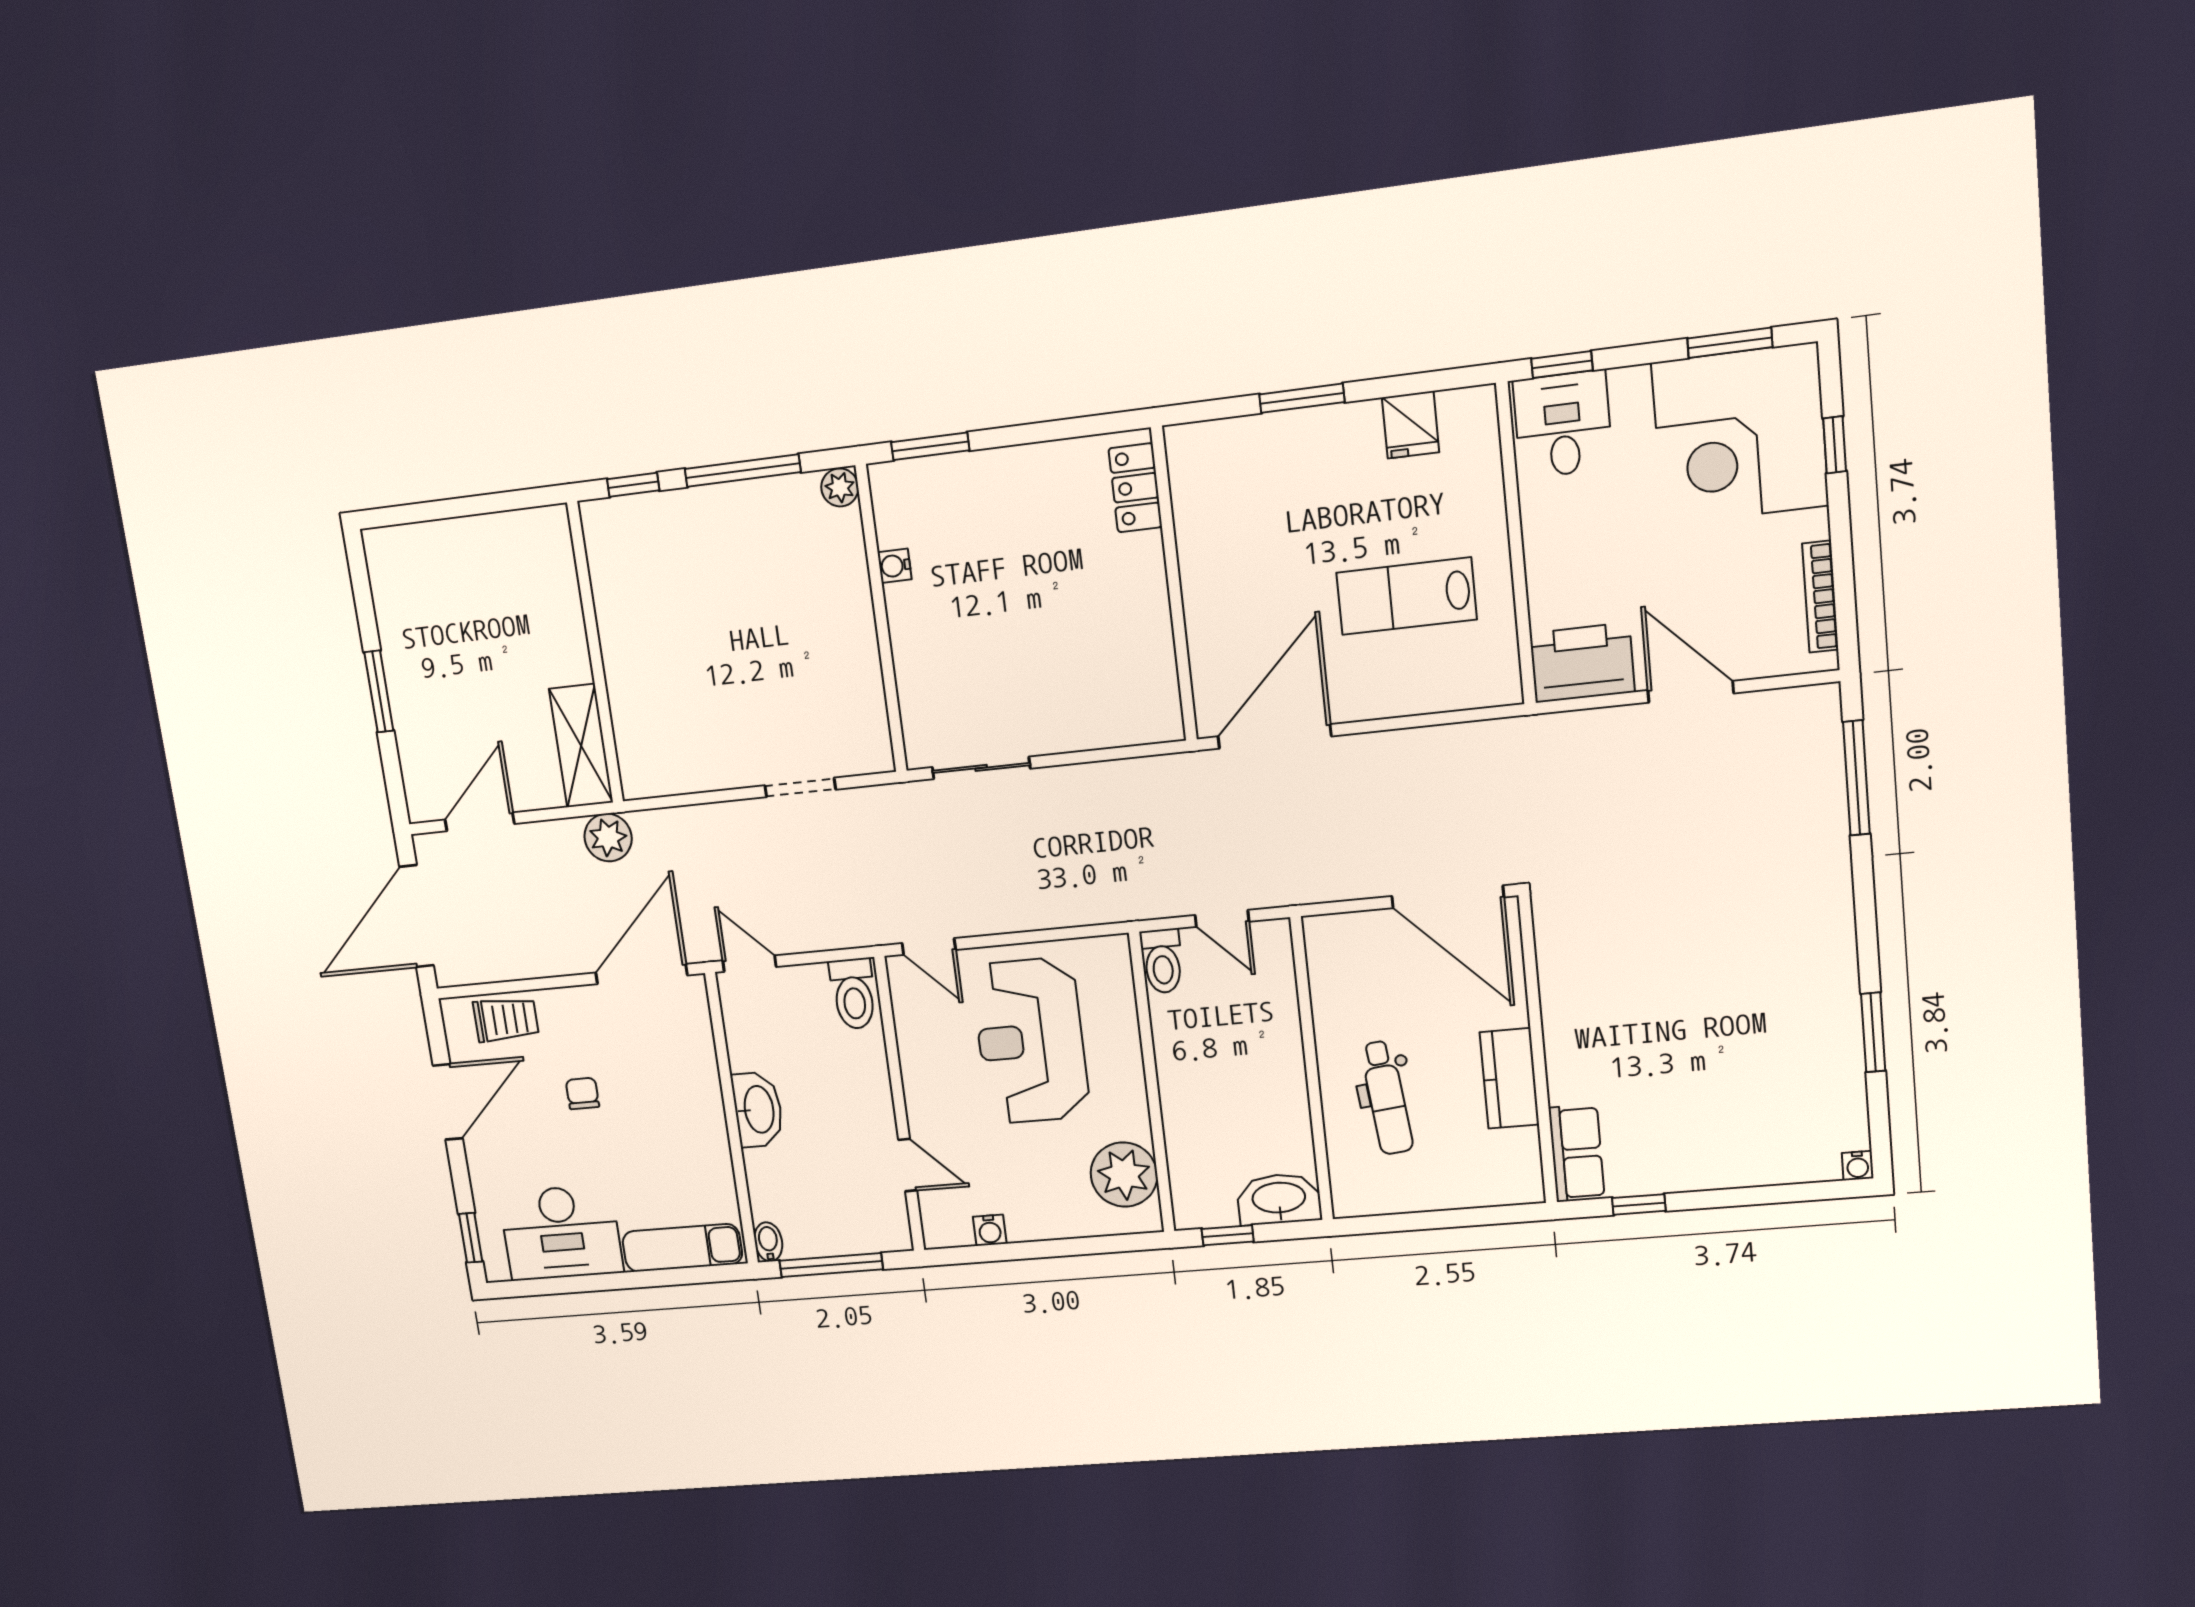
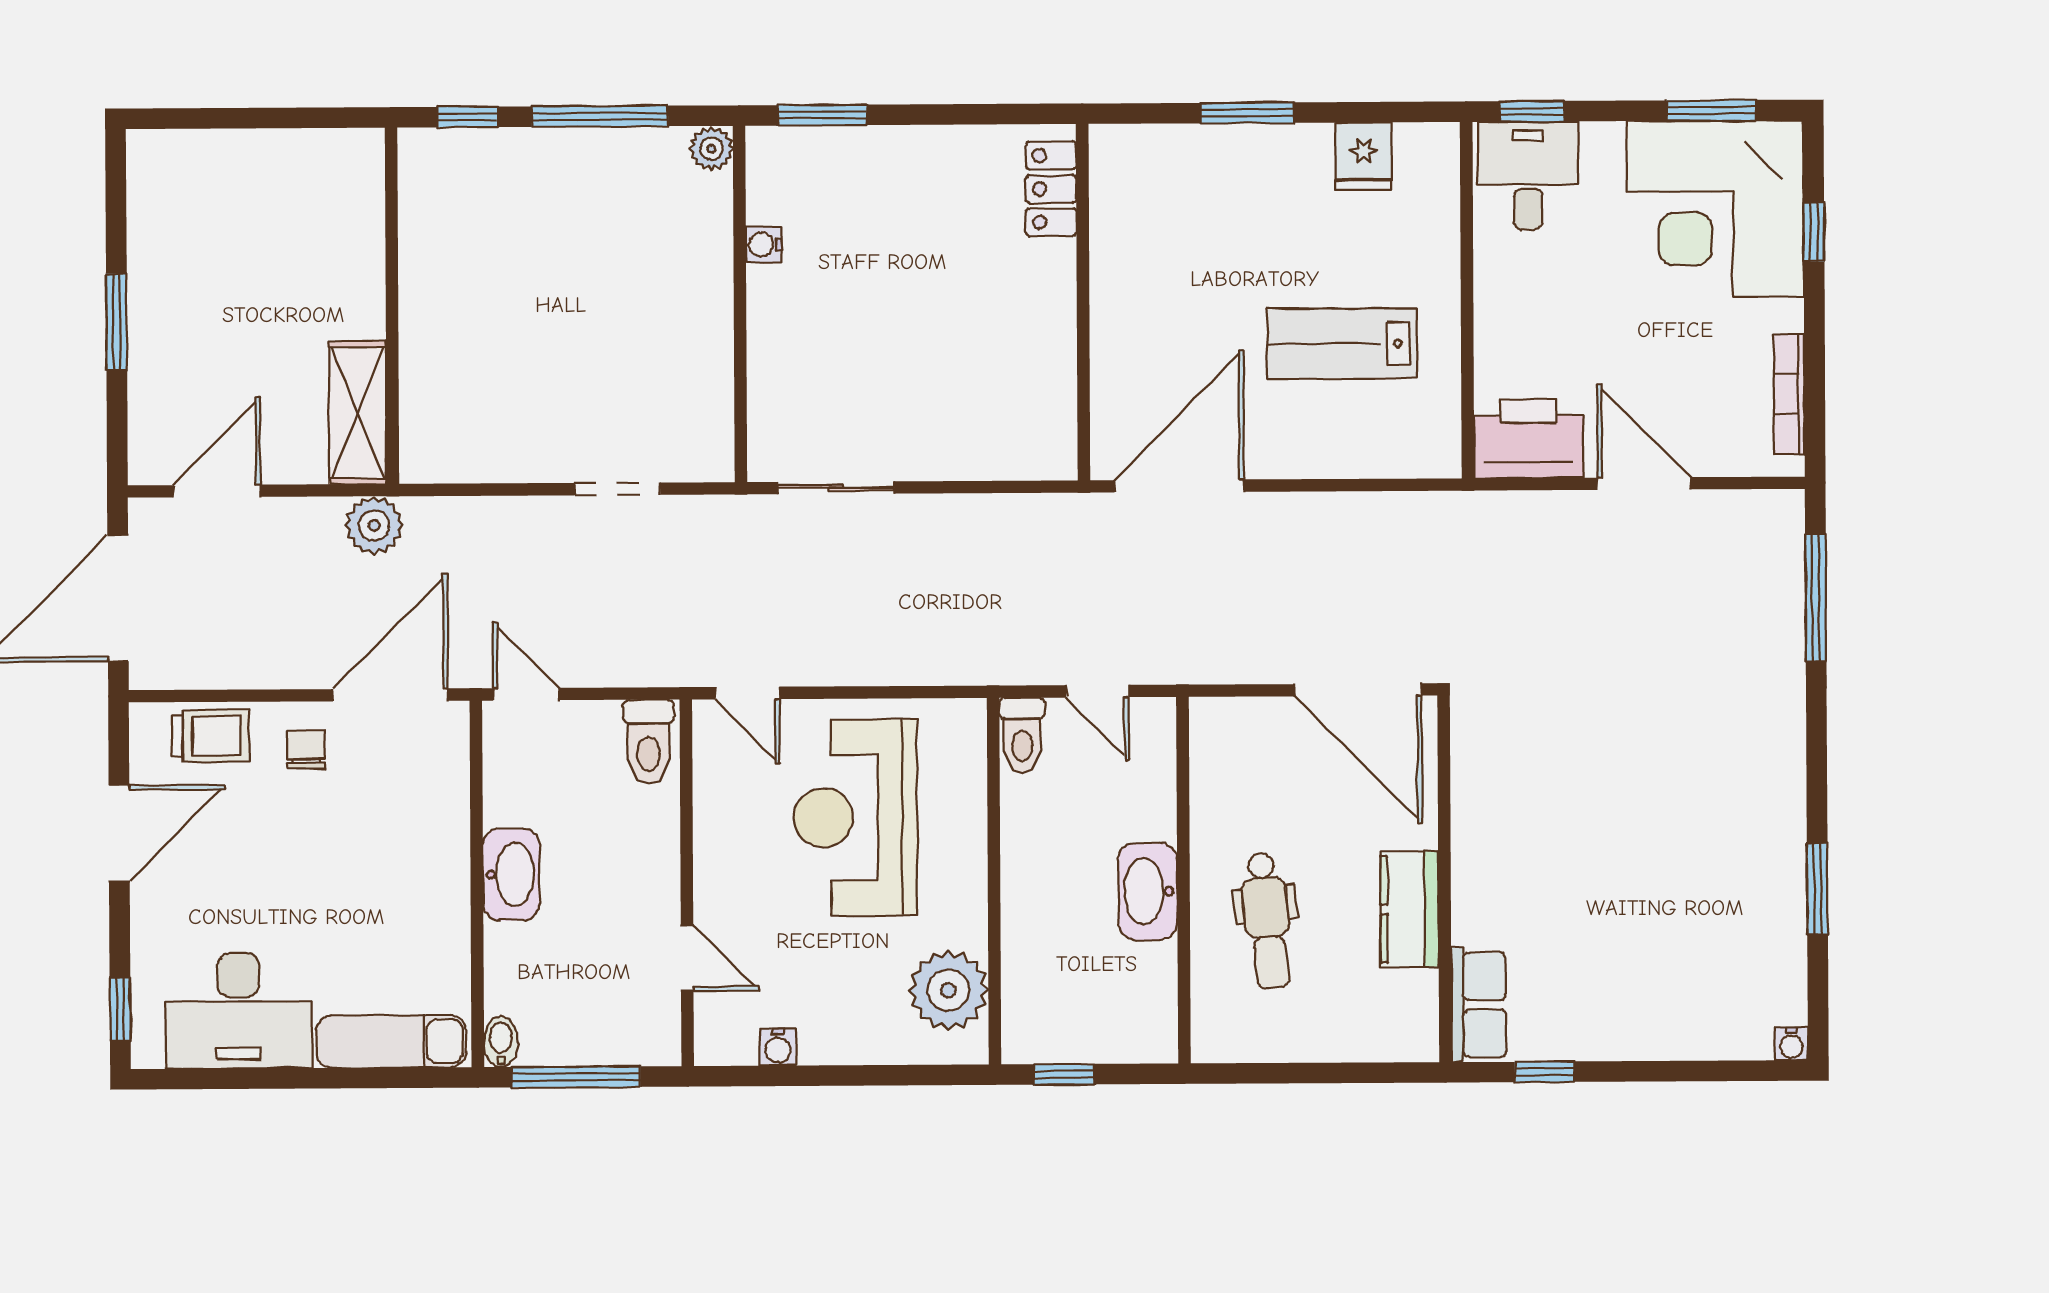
chair: (582, 1093) -> (306, 750), moved
washbasin: (1279, 1199) -> (1148, 891), moved, turned -90

